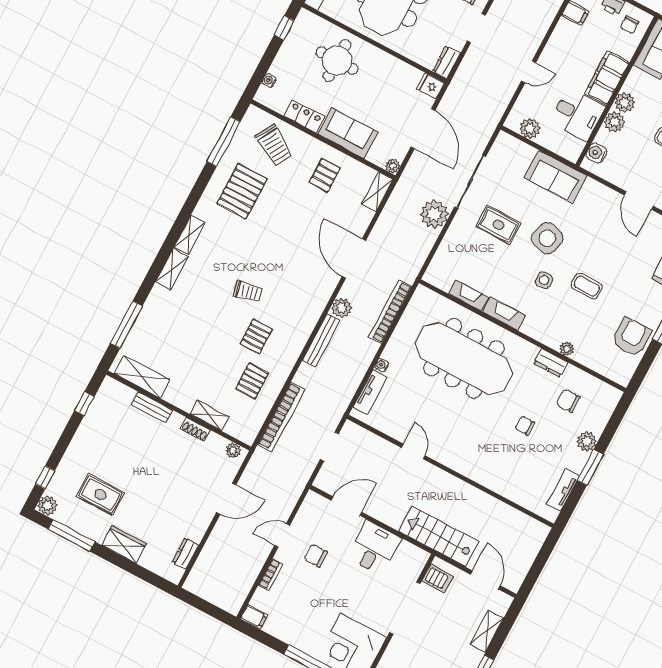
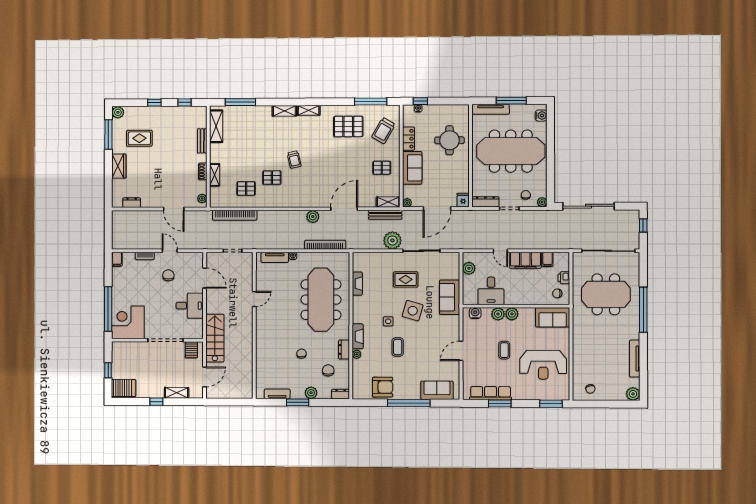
window: (284, 28) -> (420, 101), moved
dresser: (446, 62) -> (485, 202), width x1.44
filing cabinet: (607, 78) -> (525, 260), moved, turned 180
rug: (499, 225) -> (406, 279), turned 90
fireplace: (504, 314) -> (358, 336), moved
bench: (321, 340) -> (385, 215), moved
dresser: (610, 401) -> (341, 394), added
window: (45, 477) -> (154, 103), moved
rug: (100, 494) -> (139, 138), turned 90

